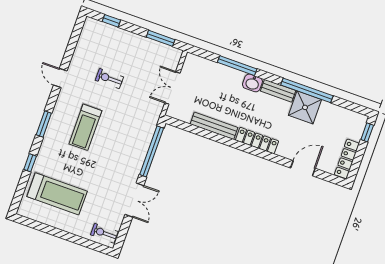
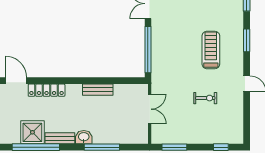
bench: (214, 126) -> (98, 90), width x0.73
locker: (257, 141) -> (47, 90), moved
door: (303, 168) -> (16, 81), swing flipped

